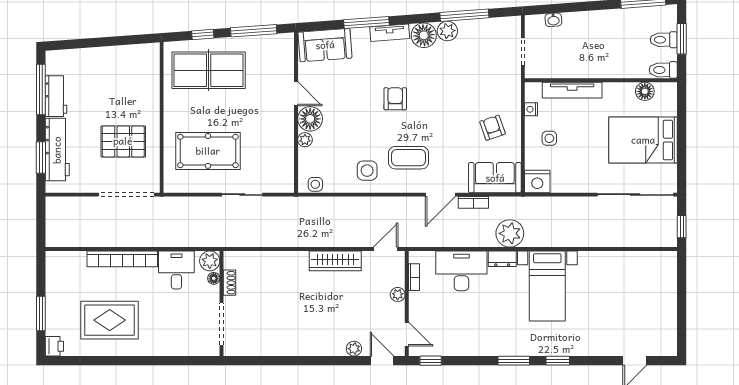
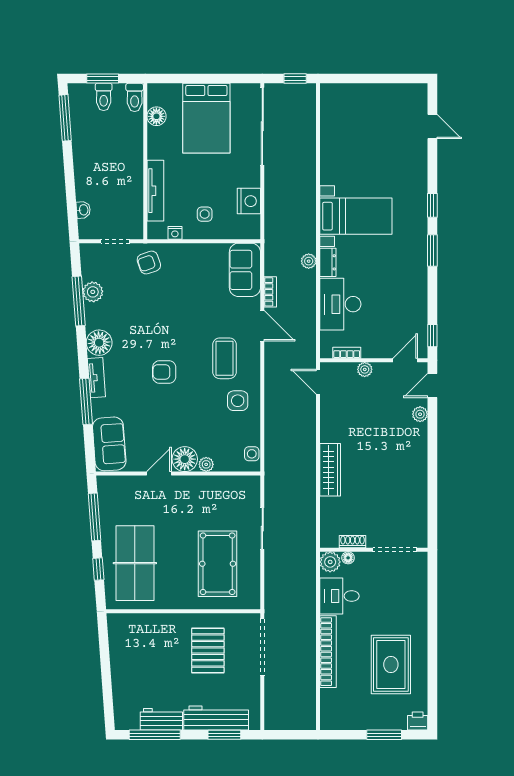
plant: (447, 31) -> (93, 292), moved
armchair: (492, 128) -> (149, 263), moved
nightstand: (537, 181) -> (249, 201), moved
plant: (510, 233) -> (309, 261), width x0.53, depth x0.53
wardrobe: (335, 261) -> (330, 470), moved

